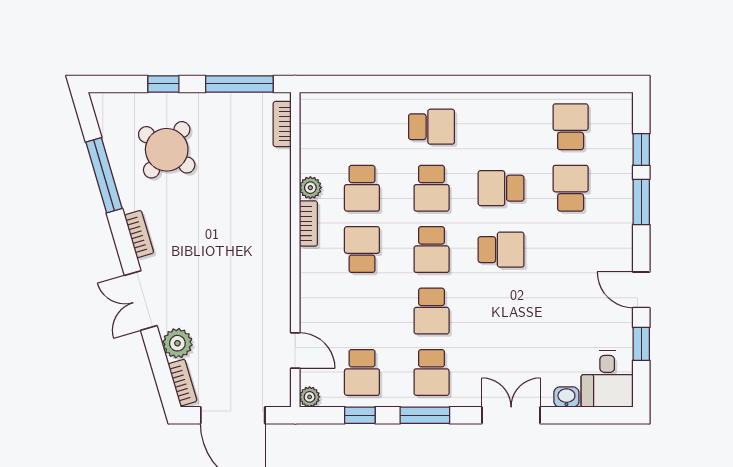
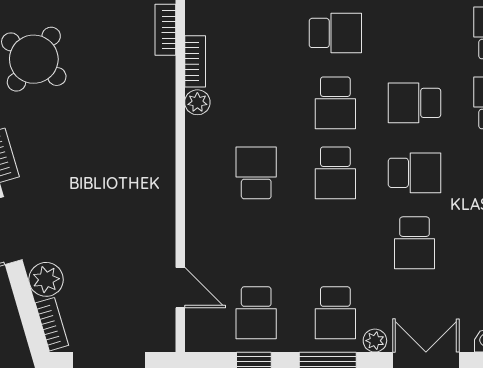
school desk: (362, 188) -> (256, 103), removed
bookcase: (308, 223) -> (195, 61), moved
school desk: (432, 311) -> (415, 243), moved
plant: (310, 397) -> (375, 341), moved

